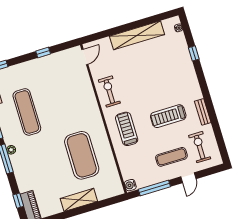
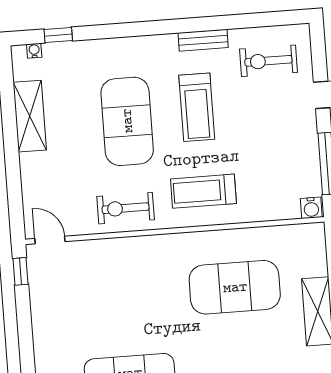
shelving: (137, 35) -> (30, 116), width x0.68
window: (43, 52) -> (21, 271), moved
window: (194, 53) -> (58, 35), moved
exercise mat: (171, 157) -> (127, 121), moved, width x2.00, depth x1.45

